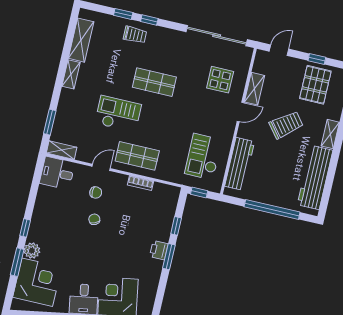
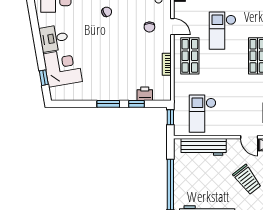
checkout: (118, 114) -> (223, 31), turned 180
checkout: (203, 157) -> (203, 114), turned -90
chair: (94, 219) -> (107, 12), moved
printer: (159, 250) -> (145, 94), moved

